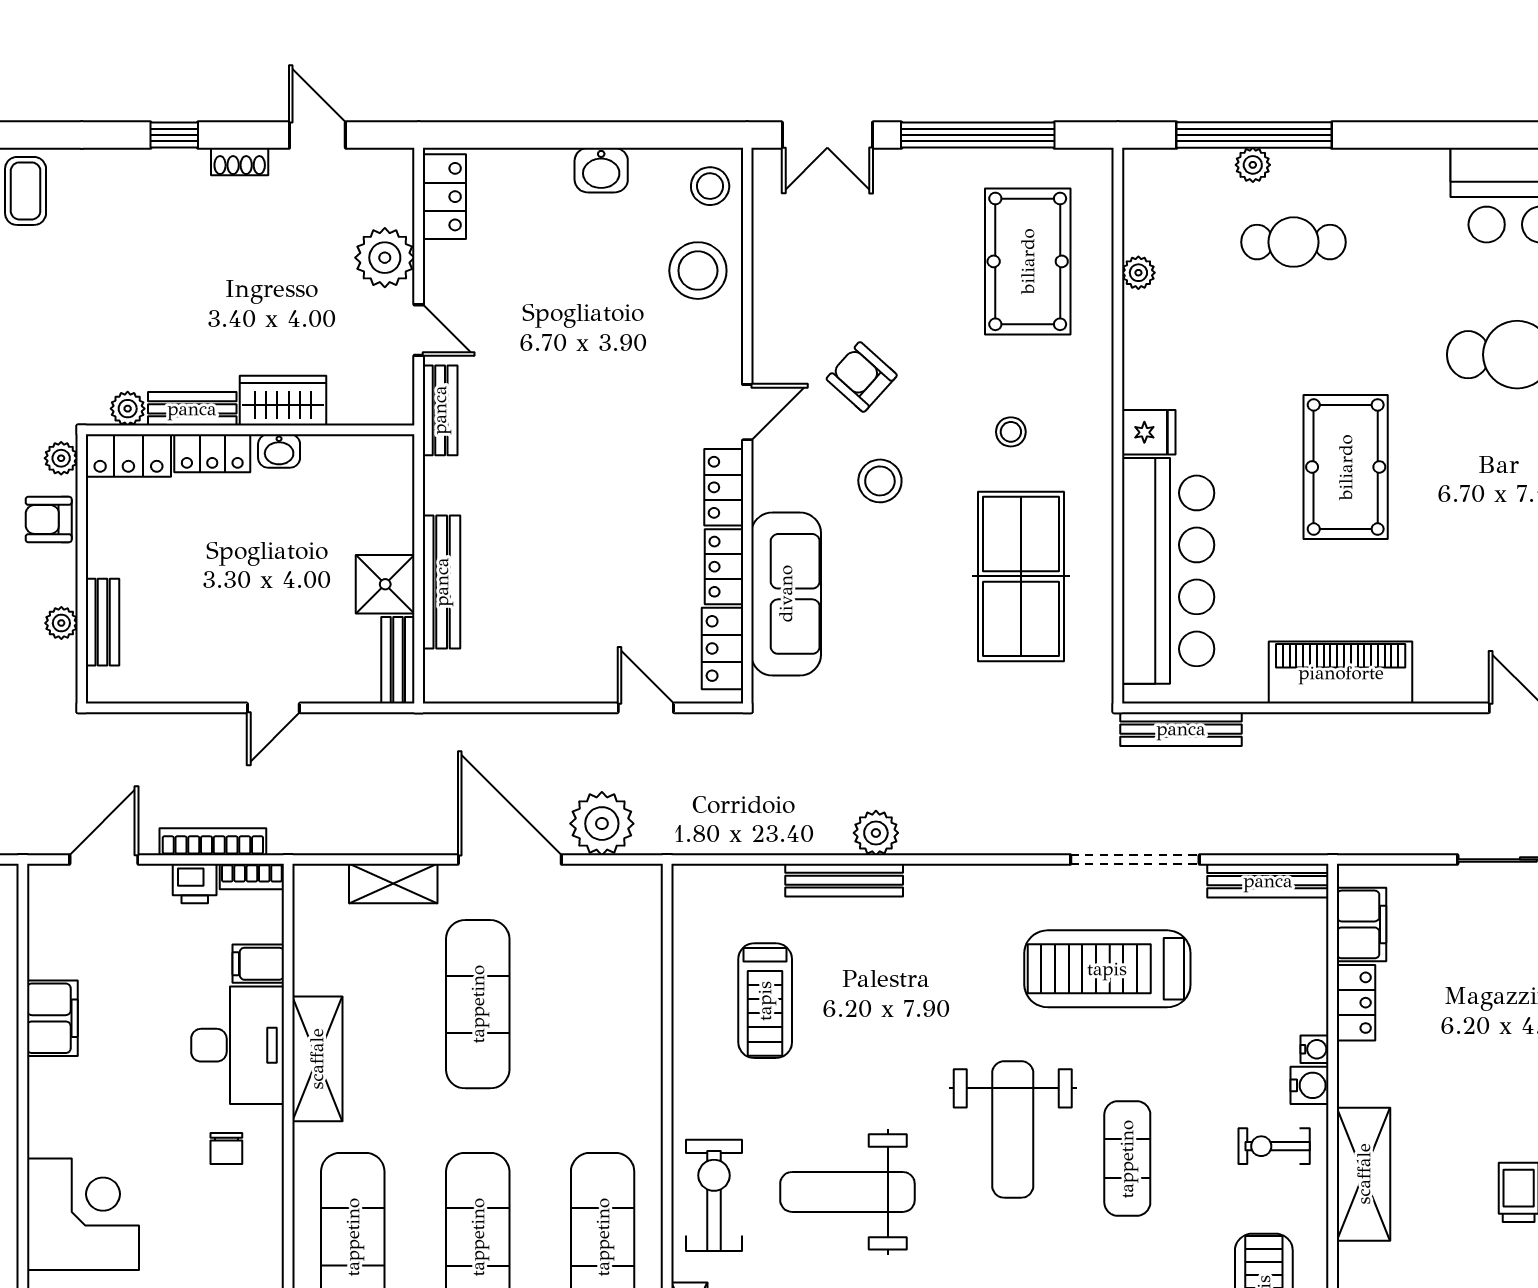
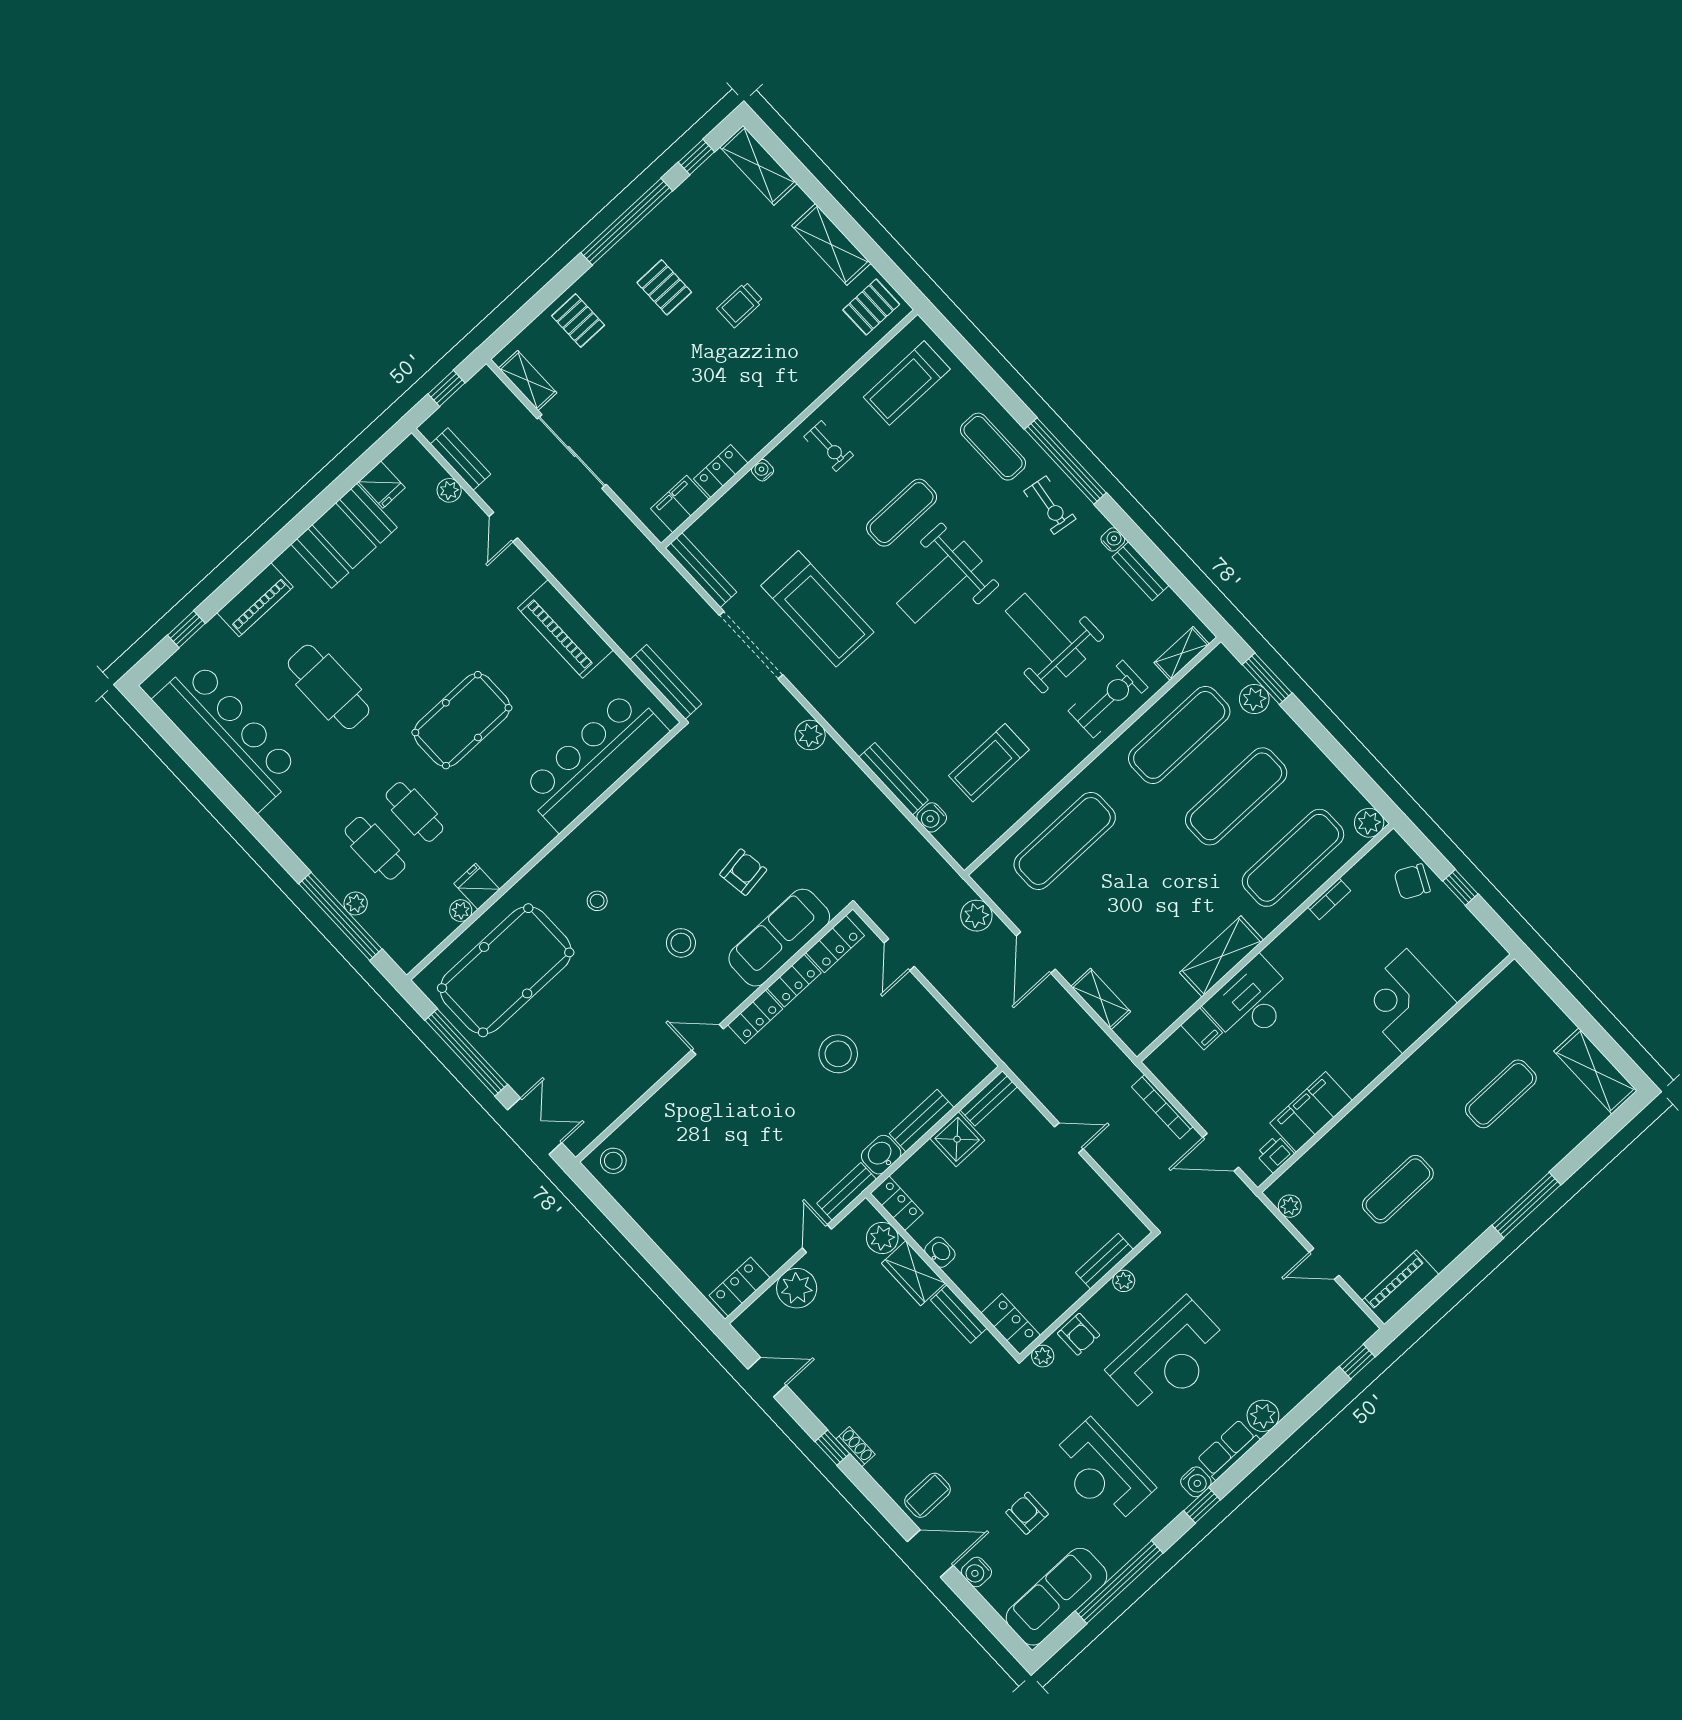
door: (317, 135) -> (767, 1377), swing flipped
shoe rack: (240, 162) -> (856, 1447), moved
washbasin: (601, 170) -> (881, 1155), moved, turned -90
pool table: (1028, 261) -> (506, 970), width x1.36, depth x1.32
stool: (698, 271) -> (838, 1054), moved
cafe table: (1293, 322) -> (414, 812), added
armchair: (862, 377) -> (743, 872), moved, turned -140
plant: (128, 409) -> (882, 1238), moved, width x1.38, depth x1.38
fridge: (1149, 432) -> (477, 886), moved
locker: (212, 453) -> (897, 1203), moved
table tennis table: (1021, 576) -> (664, 830), removed
bench: (442, 582) -> (922, 1121), width x0.73
plant: (602, 824) -> (976, 916), width x0.73, depth x0.73
plant: (876, 833) -> (810, 735), moved
door: (510, 859) -> (1036, 953), width x0.73
bookcase: (252, 877) -> (1329, 899), moved, turned 90
printer: (195, 883) -> (1275, 1154), moved, turned -90
treadmill: (765, 1001) -> (989, 763), turned 180
exercise mat: (478, 1004) -> (1065, 841), moved
filing cabinet: (52, 1018) -> (1311, 1112), width x1.50, depth x1.17
water cooler: (1310, 1085) -> (932, 817), moved, turned -90
weight bench: (1013, 1129) -> (939, 582), turned 180
chair: (226, 1148) -> (1307, 960), removed
shelving: (1364, 1174) -> (802, 389), removed
weight bench: (847, 1192) -> (1046, 635), turned 180
exercise bike: (714, 1195) -> (1108, 699), turned 180

